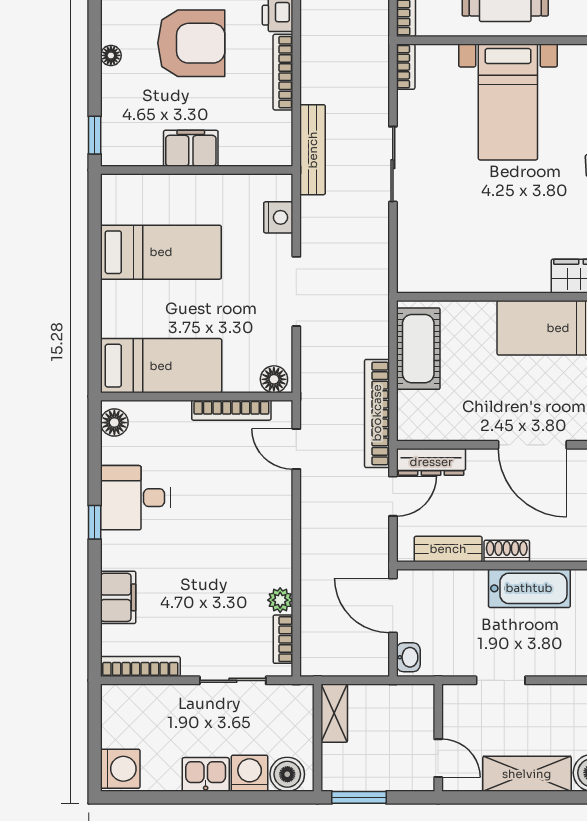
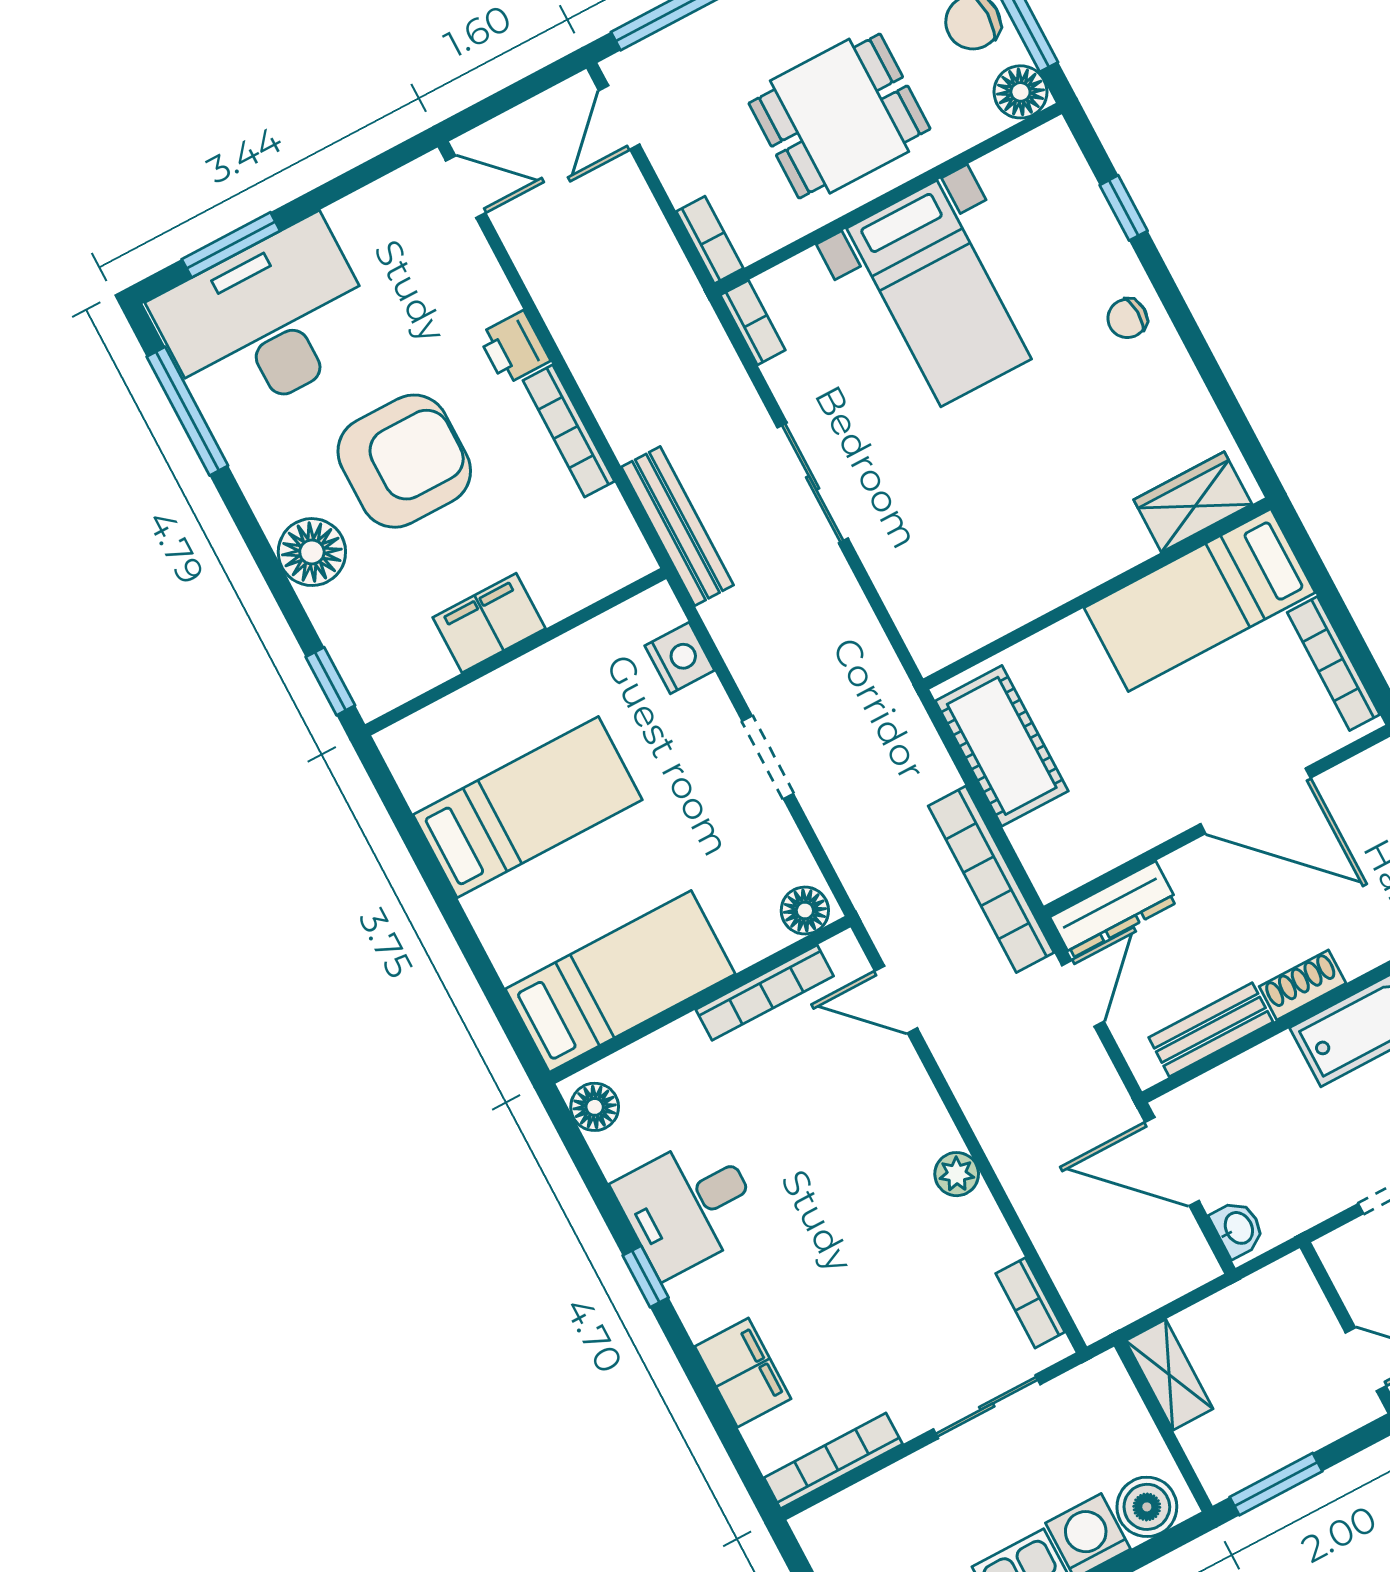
floor lamp: (111, 55) -> (312, 552), width x1.89, depth x1.89
doorway: (296, 291) -> (768, 757), width x0.73
plant: (280, 600) -> (957, 1174), moved

